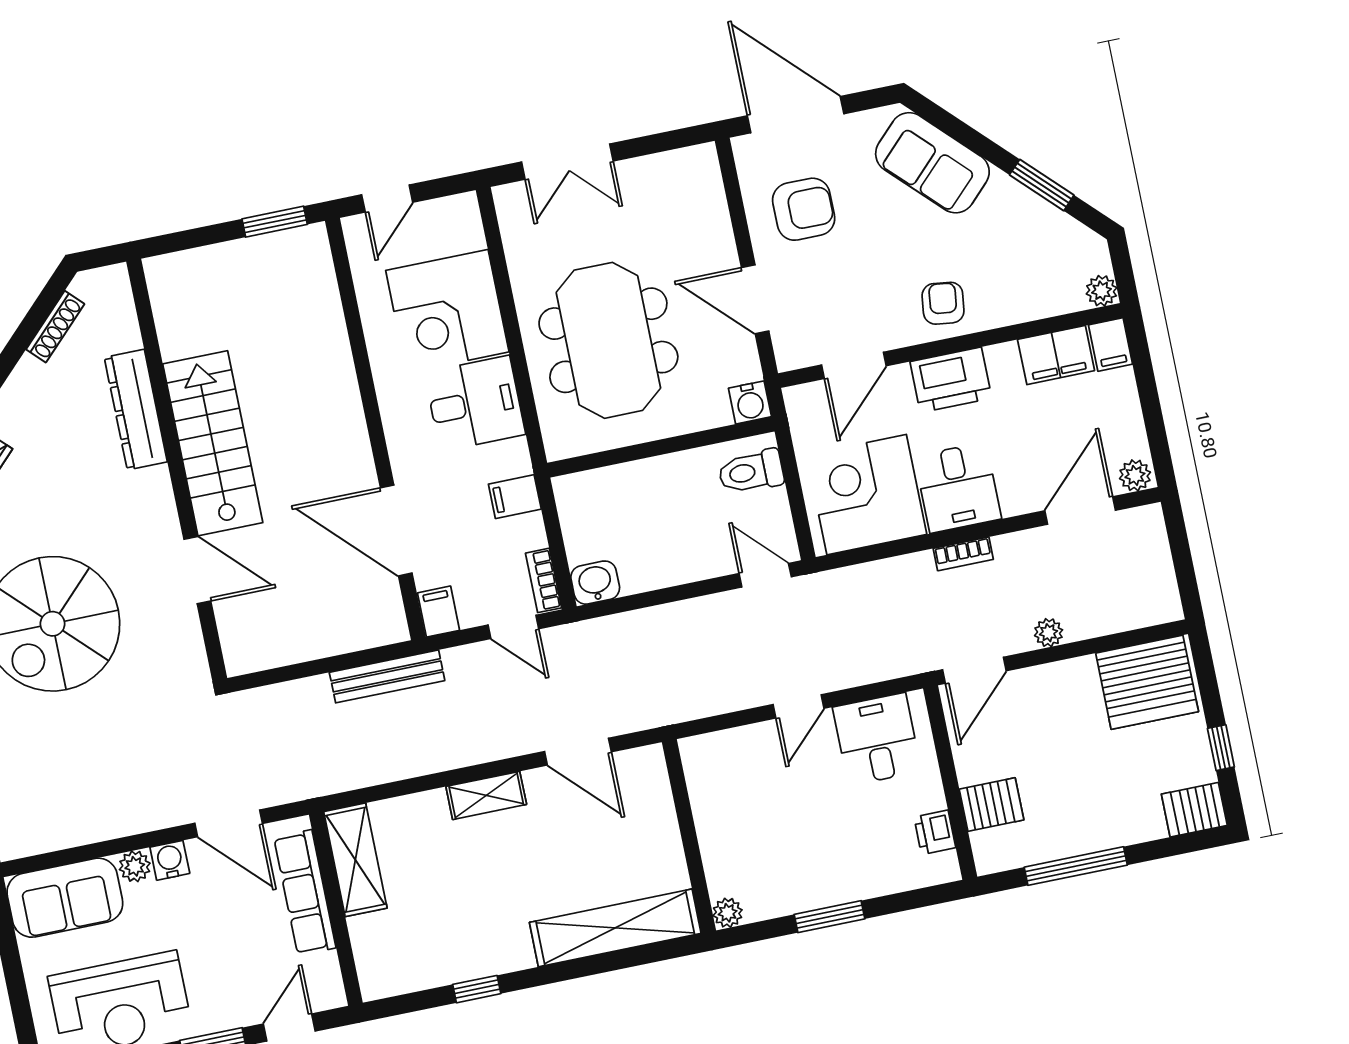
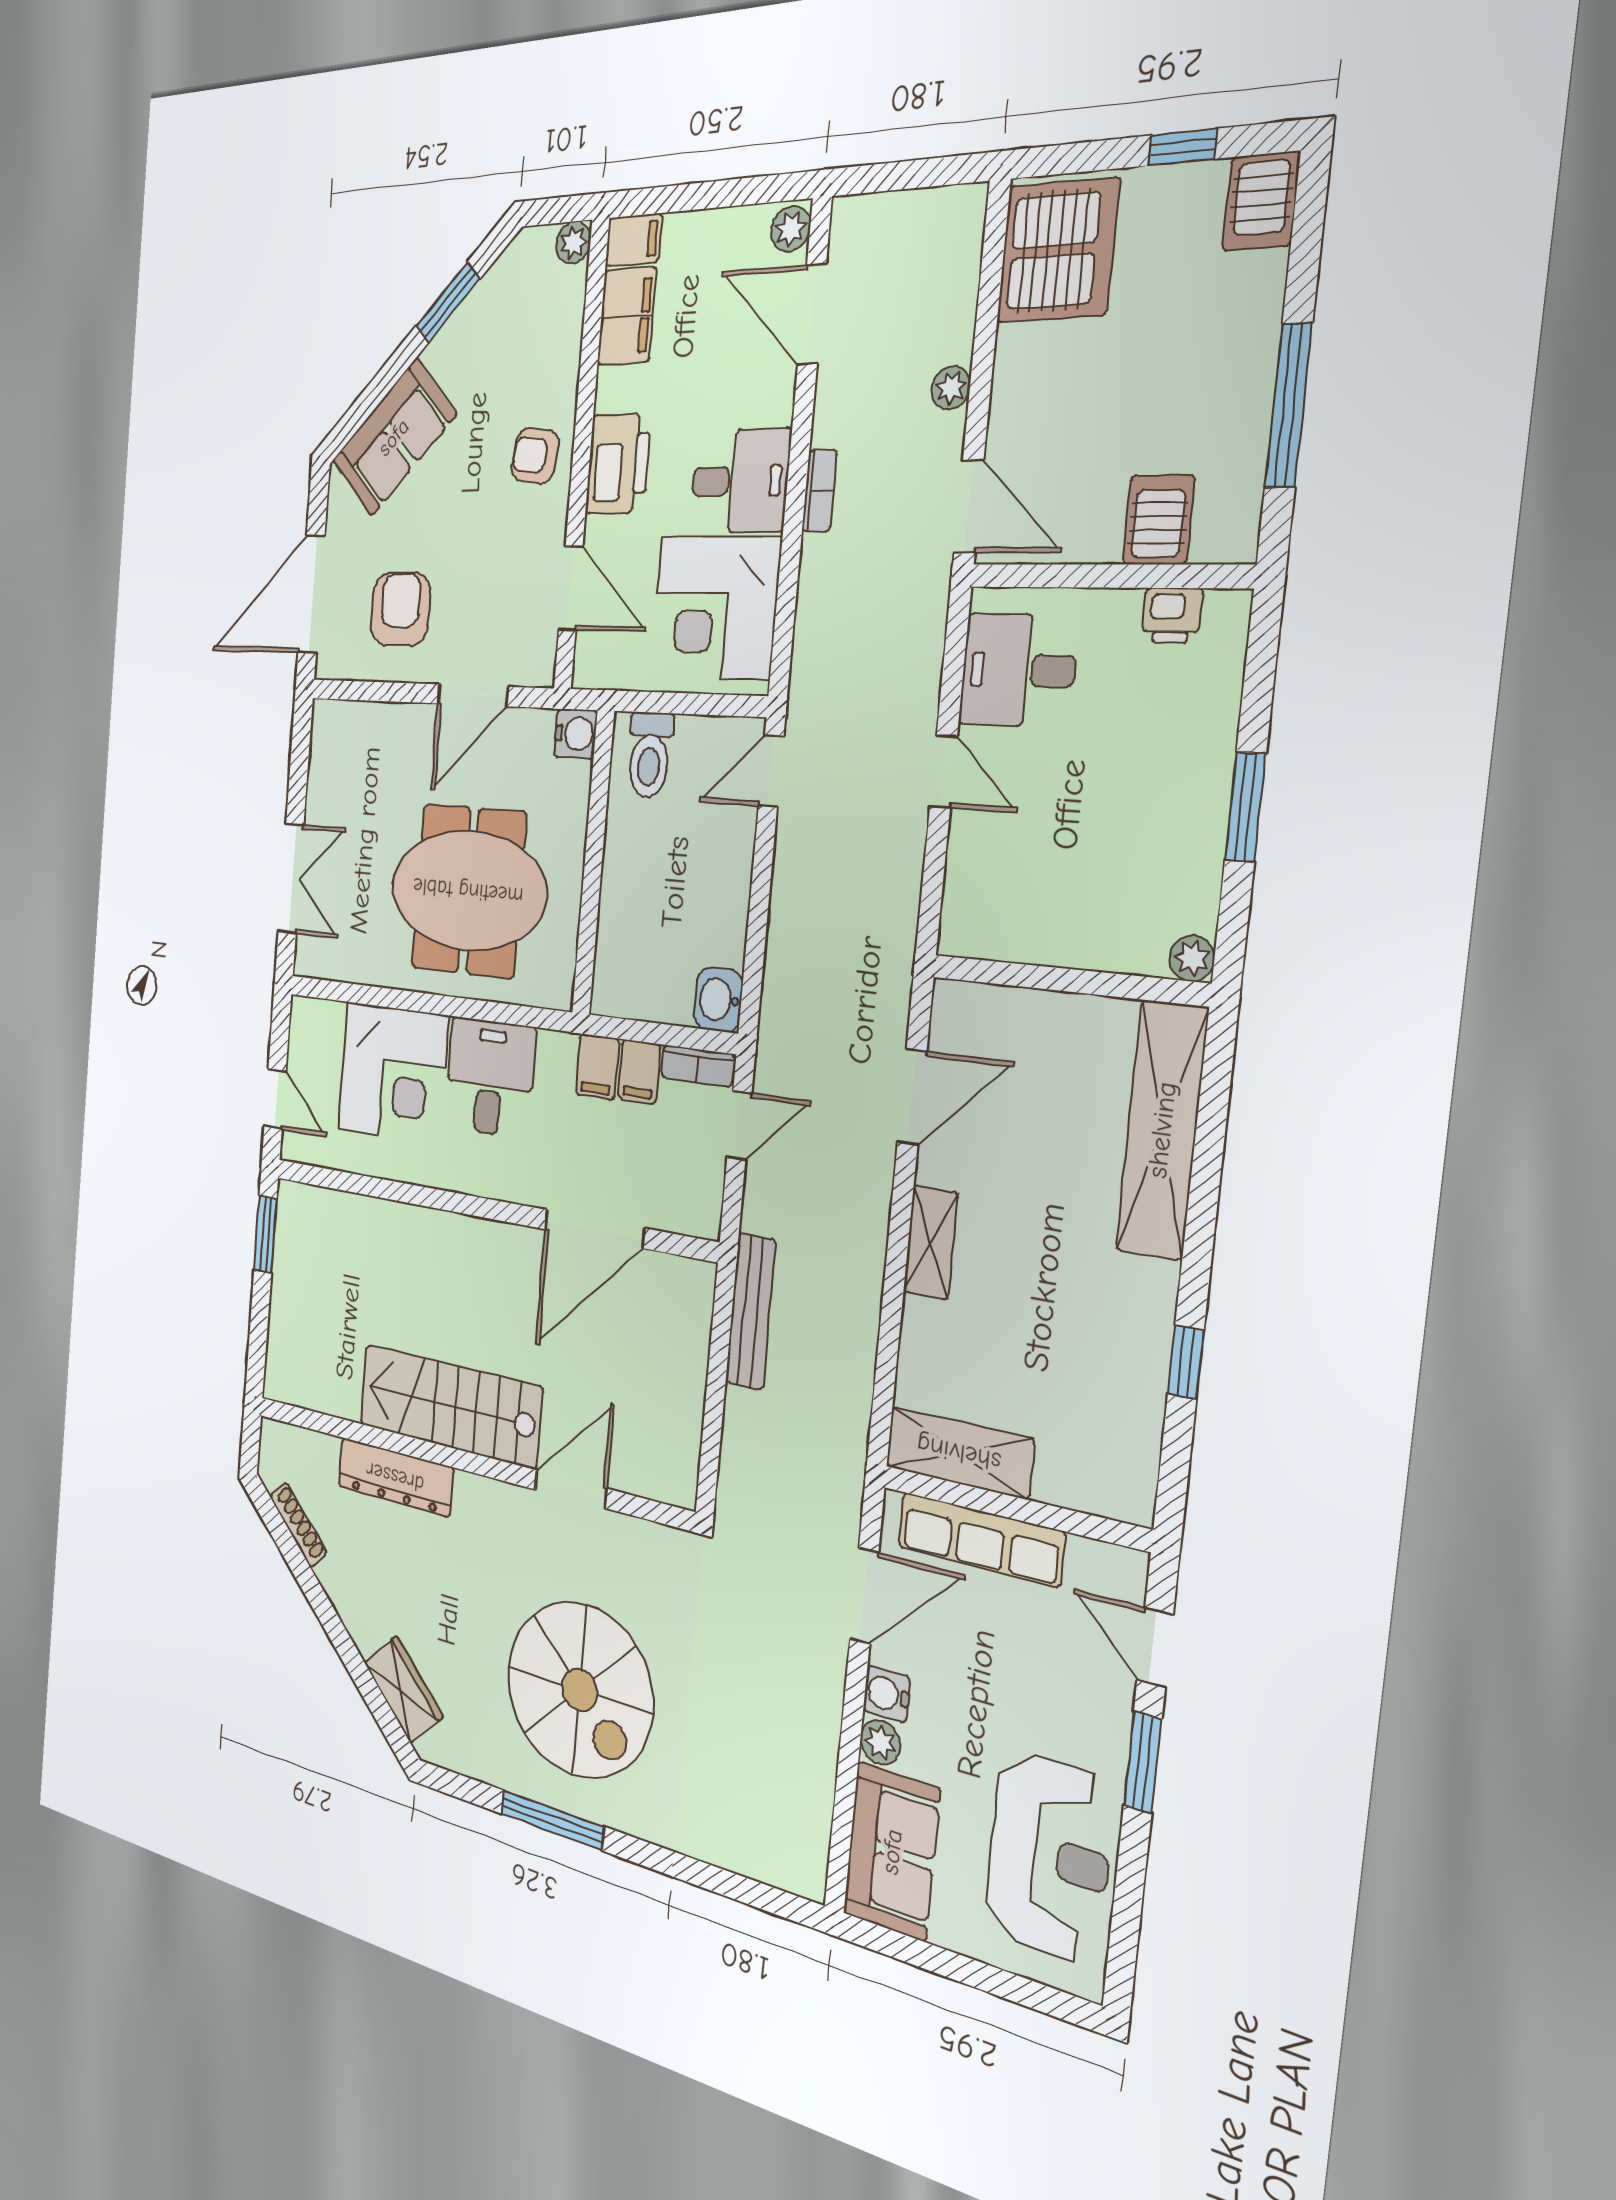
filing cabinet: (439, 612) -> (639, 1072), moved, turned -90

